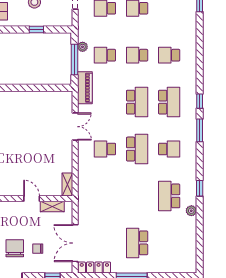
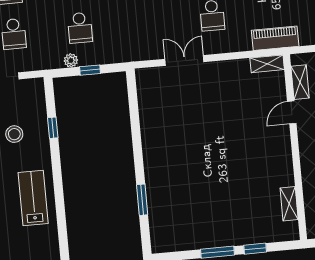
window: (74, 60) -> (90, 70), width x0.46
piano: (85, 88) -> (275, 38), moved

